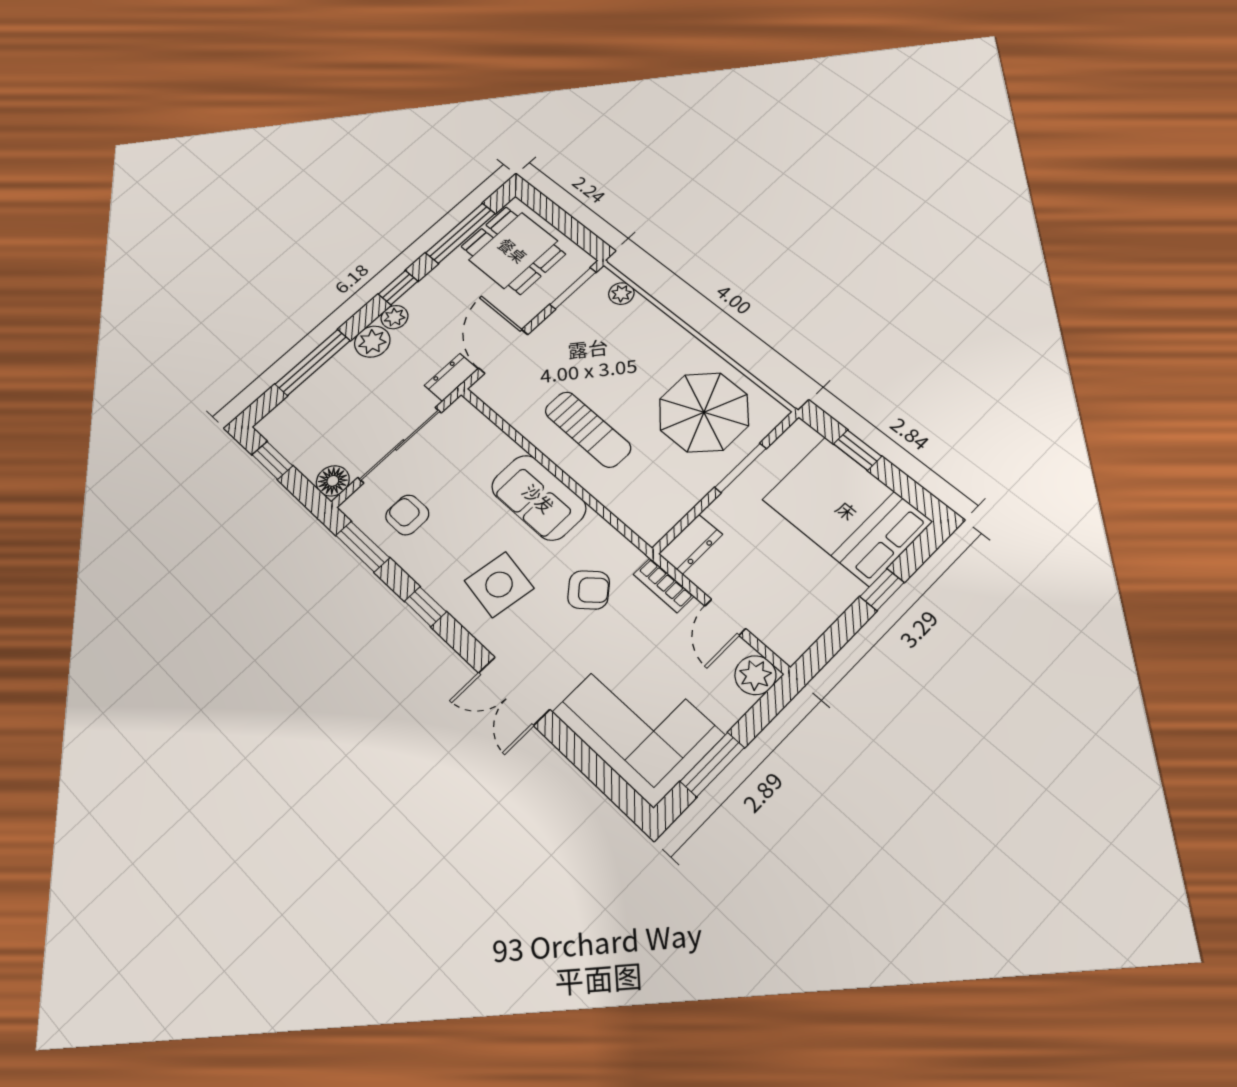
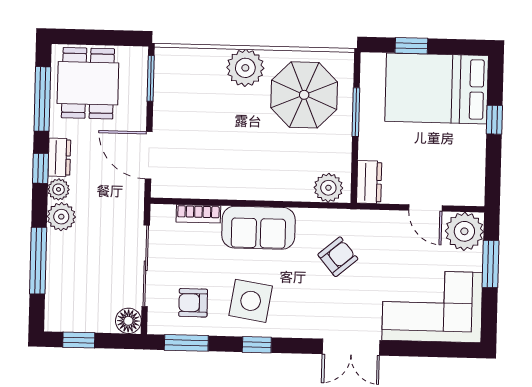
dining table: (513, 250) -> (88, 83), turned 90
plant: (621, 293) -> (245, 68), moved, width x1.88, depth x1.88
dresser: (451, 377) -> (59, 157), moved, turned 180
sun lounger: (588, 429) -> (247, 162), removed
plant: (644, 516) -> (328, 188), added
side table: (499, 584) -> (251, 301), moved
bookcase: (663, 585) -> (198, 214), moved
plant: (755, 675) -> (464, 231), width x1.36, depth x1.36
window: (712, 765) -> (491, 264), moved

